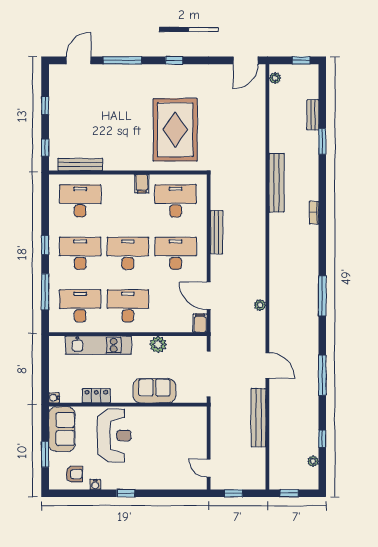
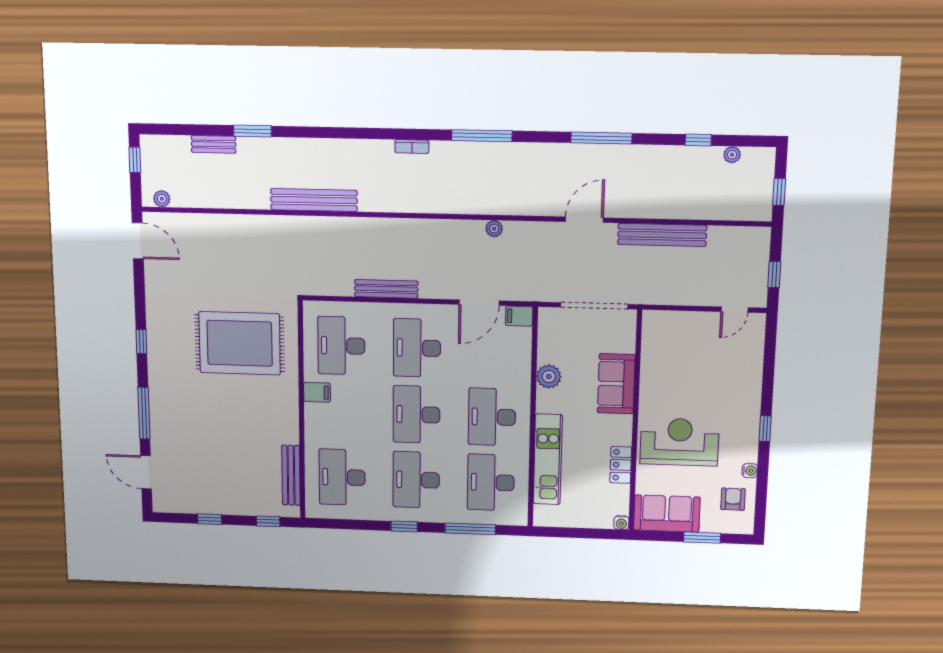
bookcase: (314, 213) -> (412, 147), moved

